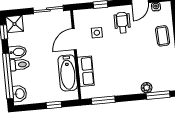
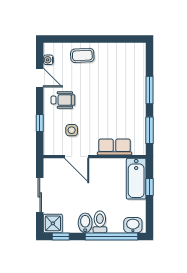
sliding door: (48, 9) -> (40, 195), moved
wheelchair: (122, 23) -> (63, 100), turned 180
bathtub: (68, 73) -> (136, 179), moved, turned 90
plant: (147, 88) -> (140, 79), removed
window: (158, 95) -> (150, 90), moved

